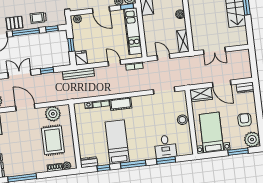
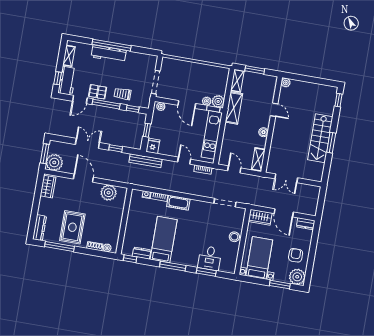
rug: (53, 140) -> (72, 227), moved
dresser: (89, 162) -> (142, 253), moved
window: (103, 168) -> (130, 259), moved

